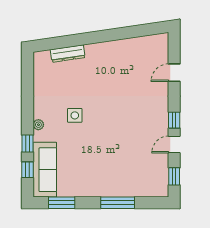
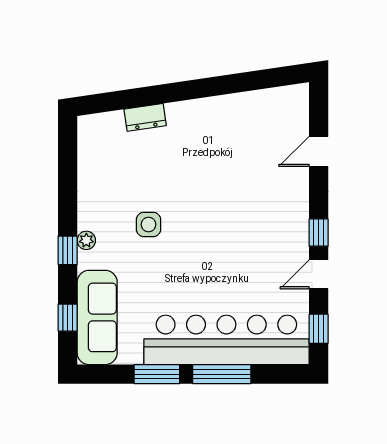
dresser: (68, 54) -> (145, 117), width x0.70
window: (28, 143) -> (68, 250), moved
bar counter: (120, 183) -> (226, 340), added
window: (62, 203) -> (157, 374), moved

